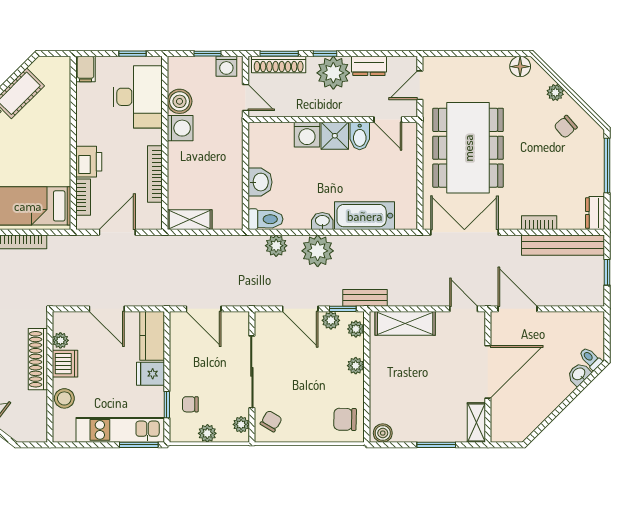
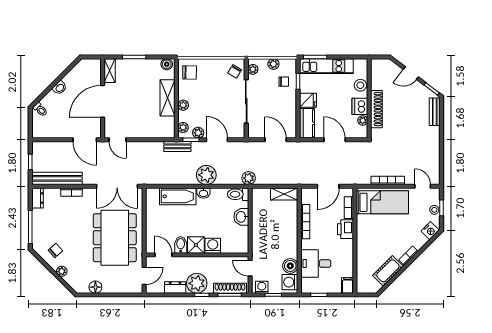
floor lamp: (520, 67) -> (95, 287), moved
desk: (138, 97) -> (316, 264), width x0.73
washing machine: (180, 128) -> (290, 282), moved
plant: (276, 246) -> (249, 178), moved
shelving: (405, 323) -> (168, 98), moved, turned 90
washbasin: (579, 374) -> (60, 88), moved

